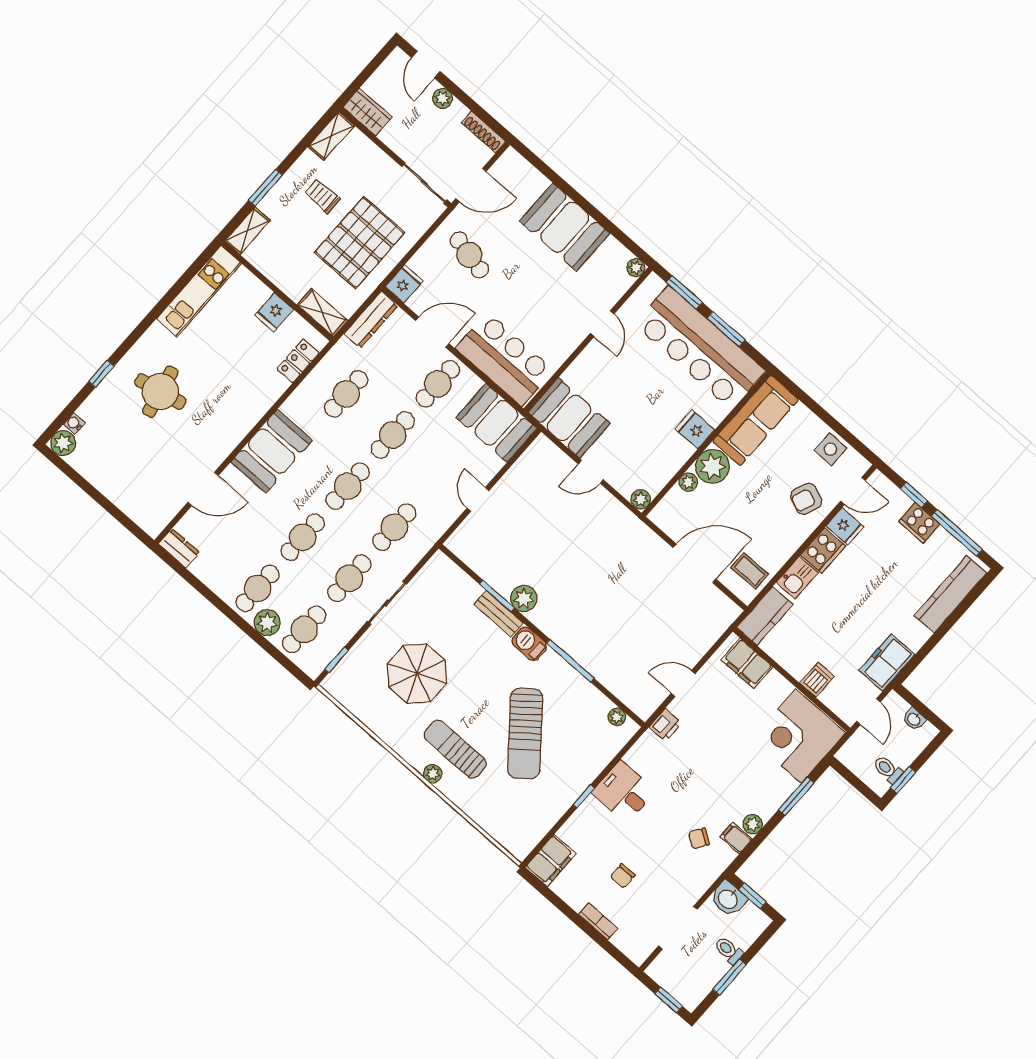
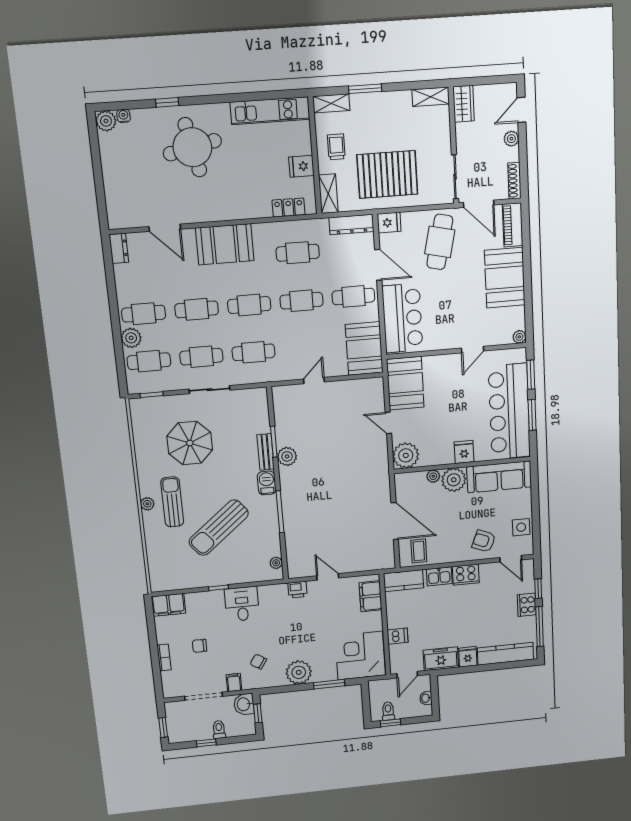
piano: (523, 173) -> (513, 225), added
trolley: (322, 196) -> (336, 147), moved
cafe table: (469, 255) -> (440, 242), width x1.37, depth x1.35
round table: (160, 392) -> (192, 147), width x1.36, depth x1.36
plant: (641, 499) -> (406, 455), width x1.88, depth x1.88
fridge: (845, 526) -> (468, 657), moved, turned 180
plant: (753, 824) -> (299, 672), width x1.88, depth x1.88
filing cabinet: (736, 838) -> (234, 683), moved
window: (729, 977) -> (206, 743), width x0.67

